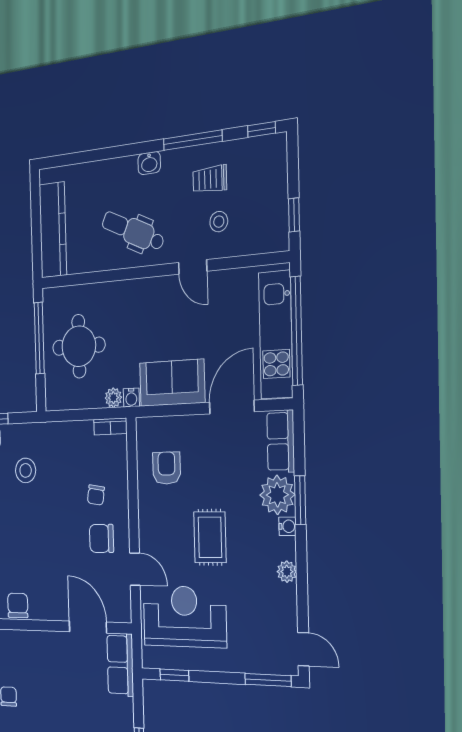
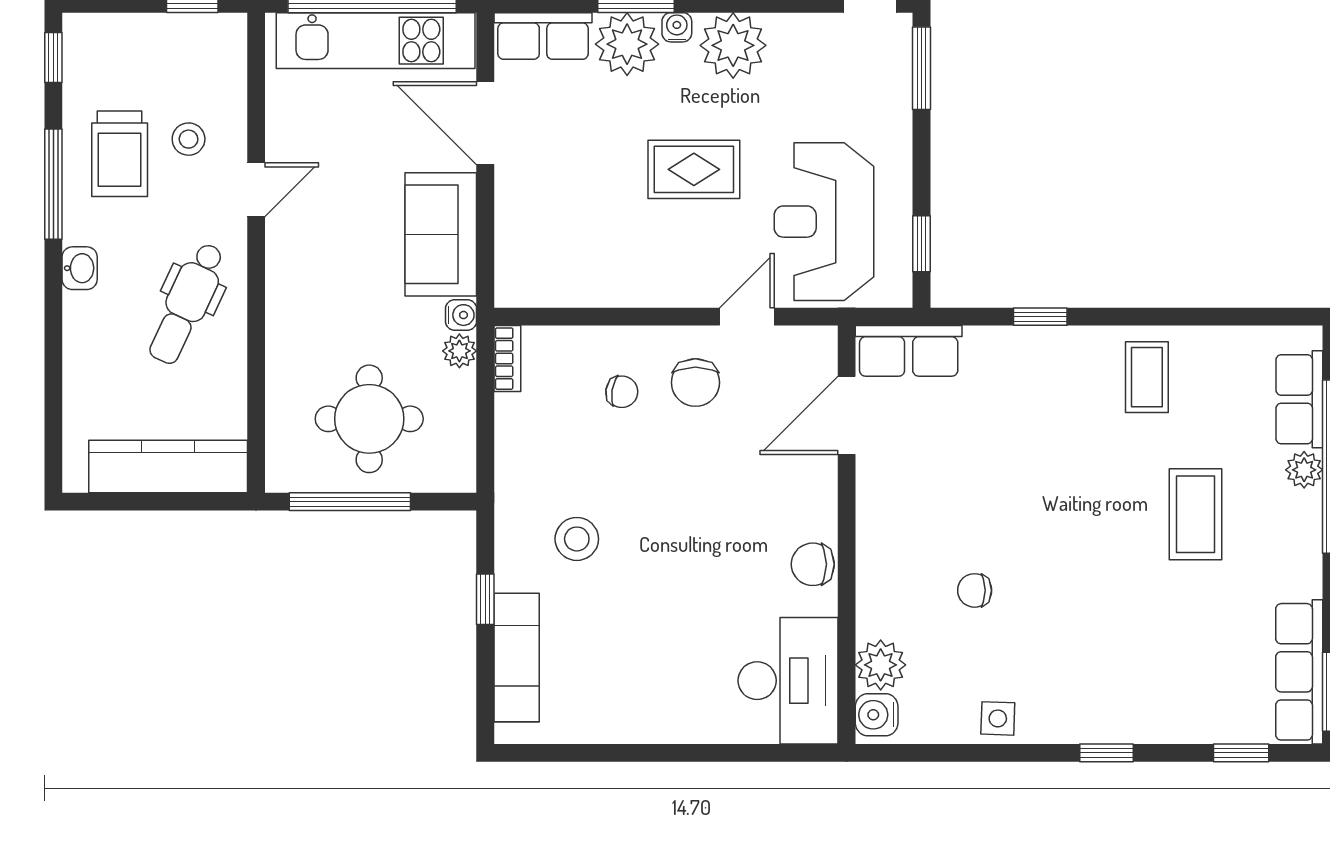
trolley: (210, 179) -> (120, 154), width x1.36, depth x1.39
armchair: (167, 468) -> (580, 249), removed
plant: (287, 572) -> (733, 45), width x1.88, depth x1.88

